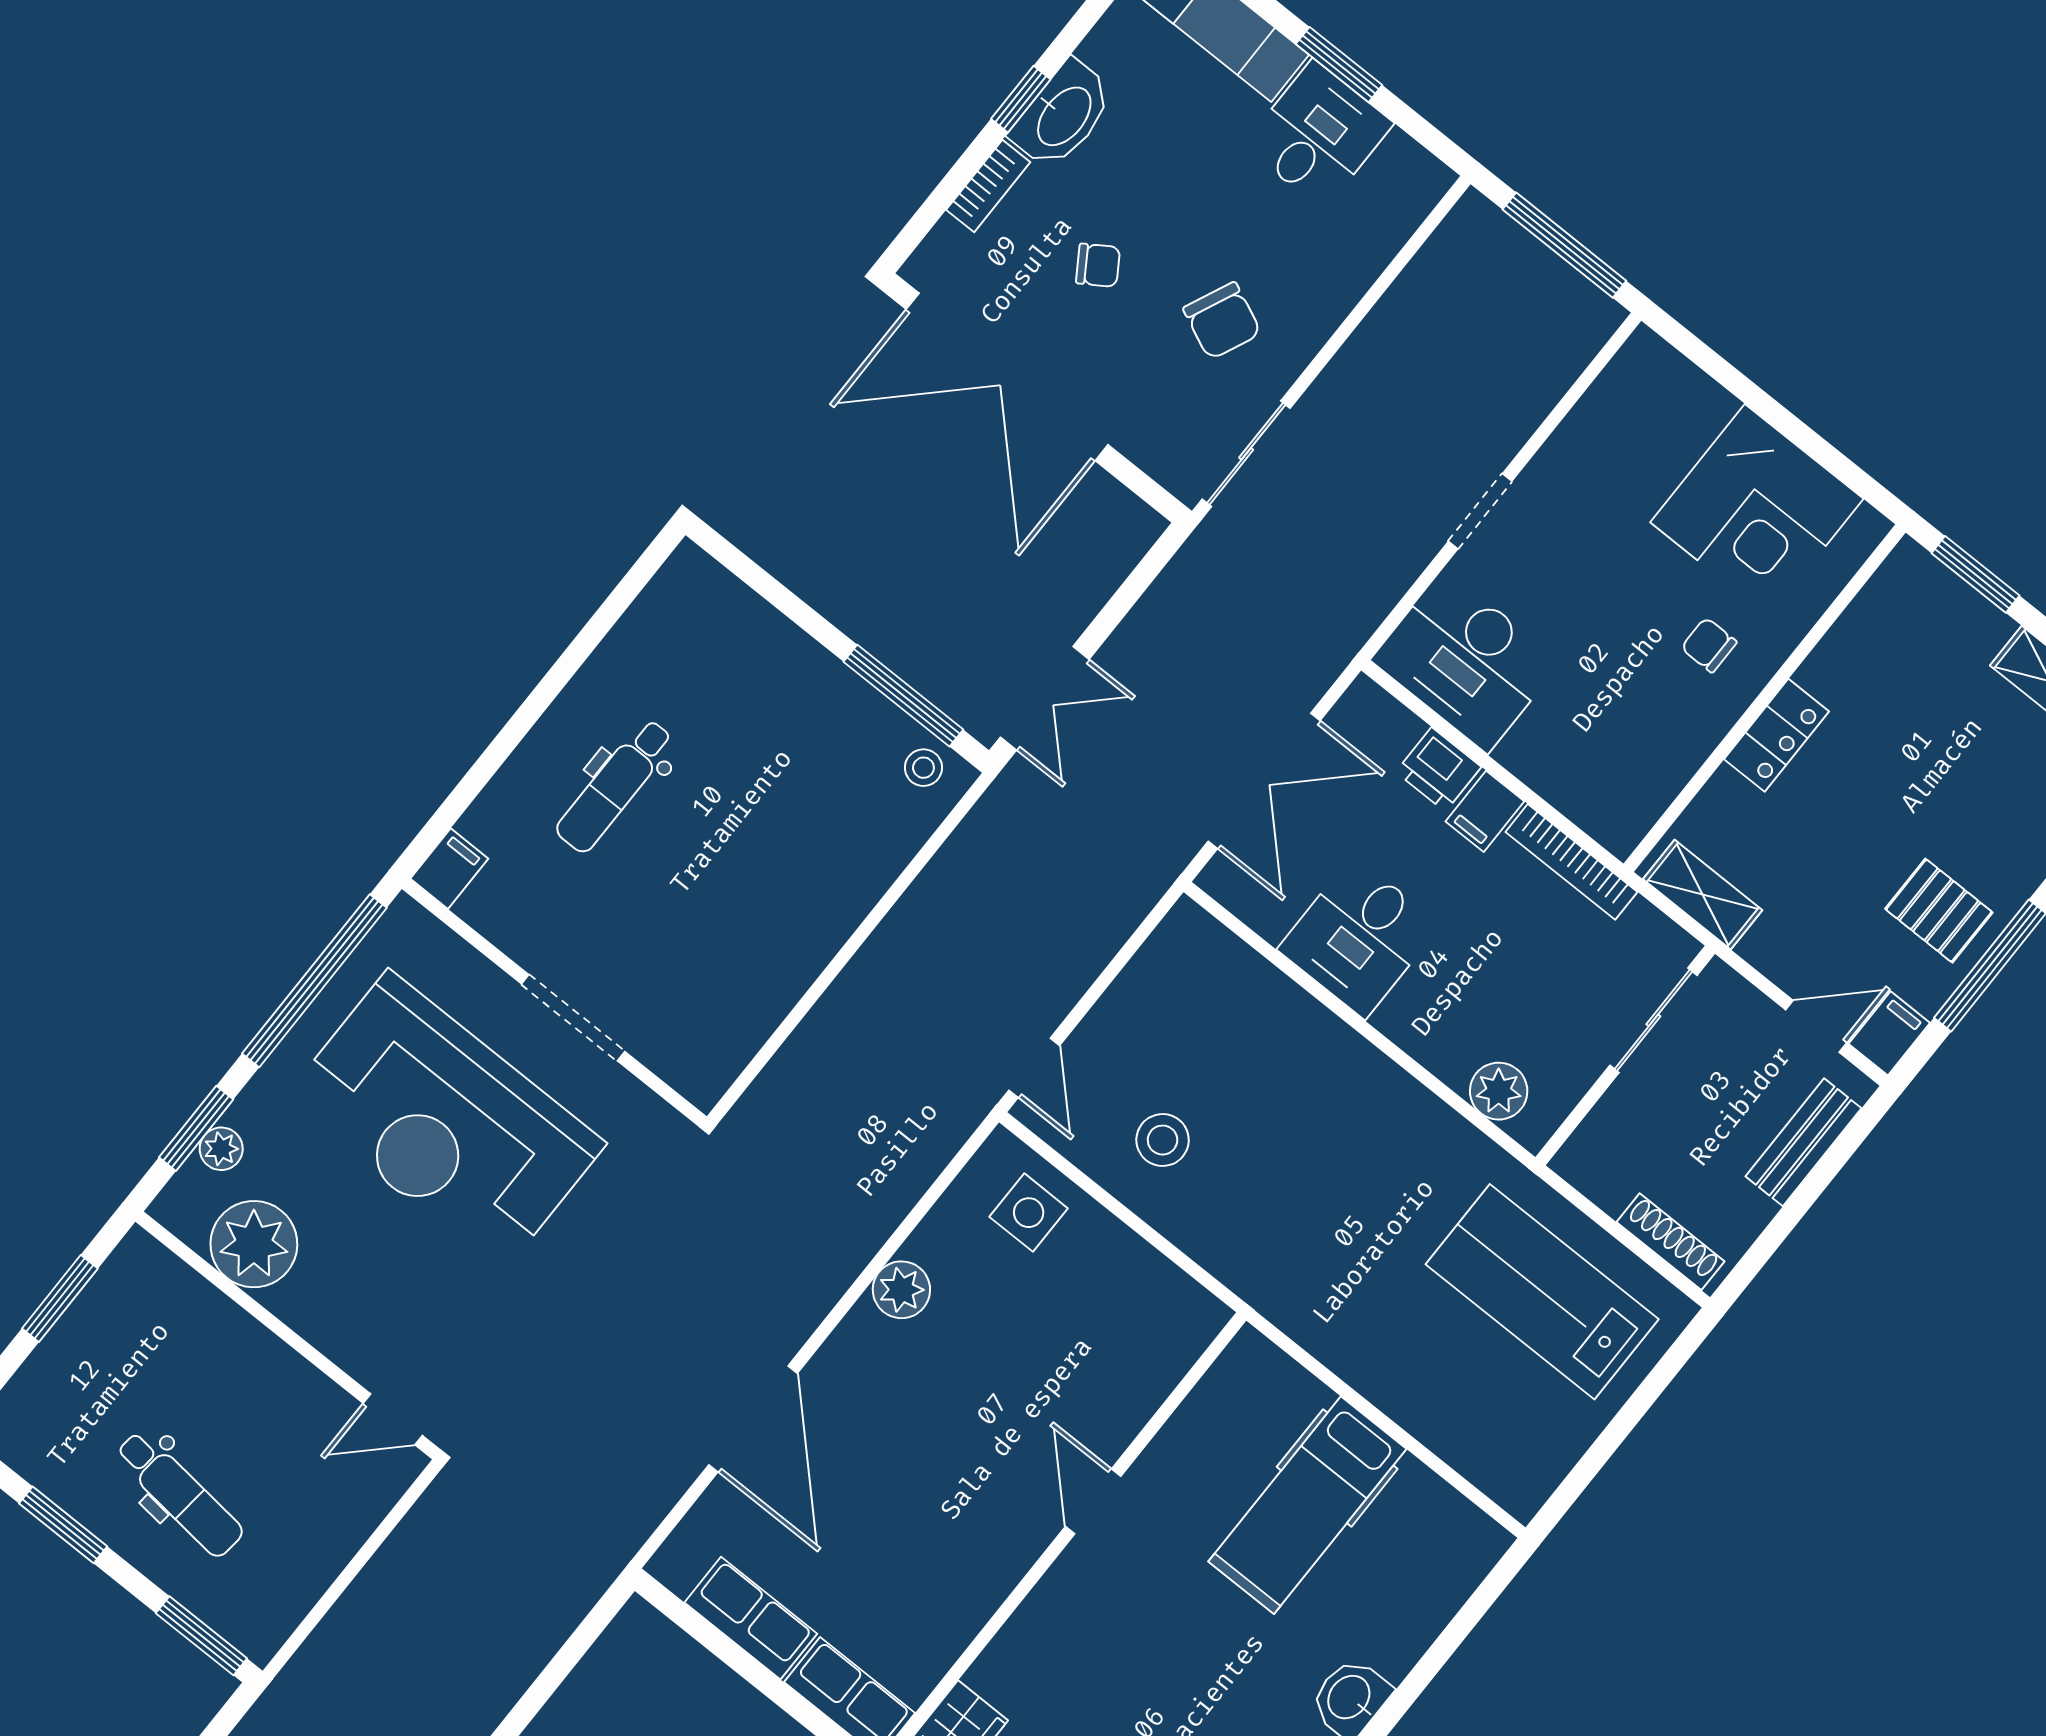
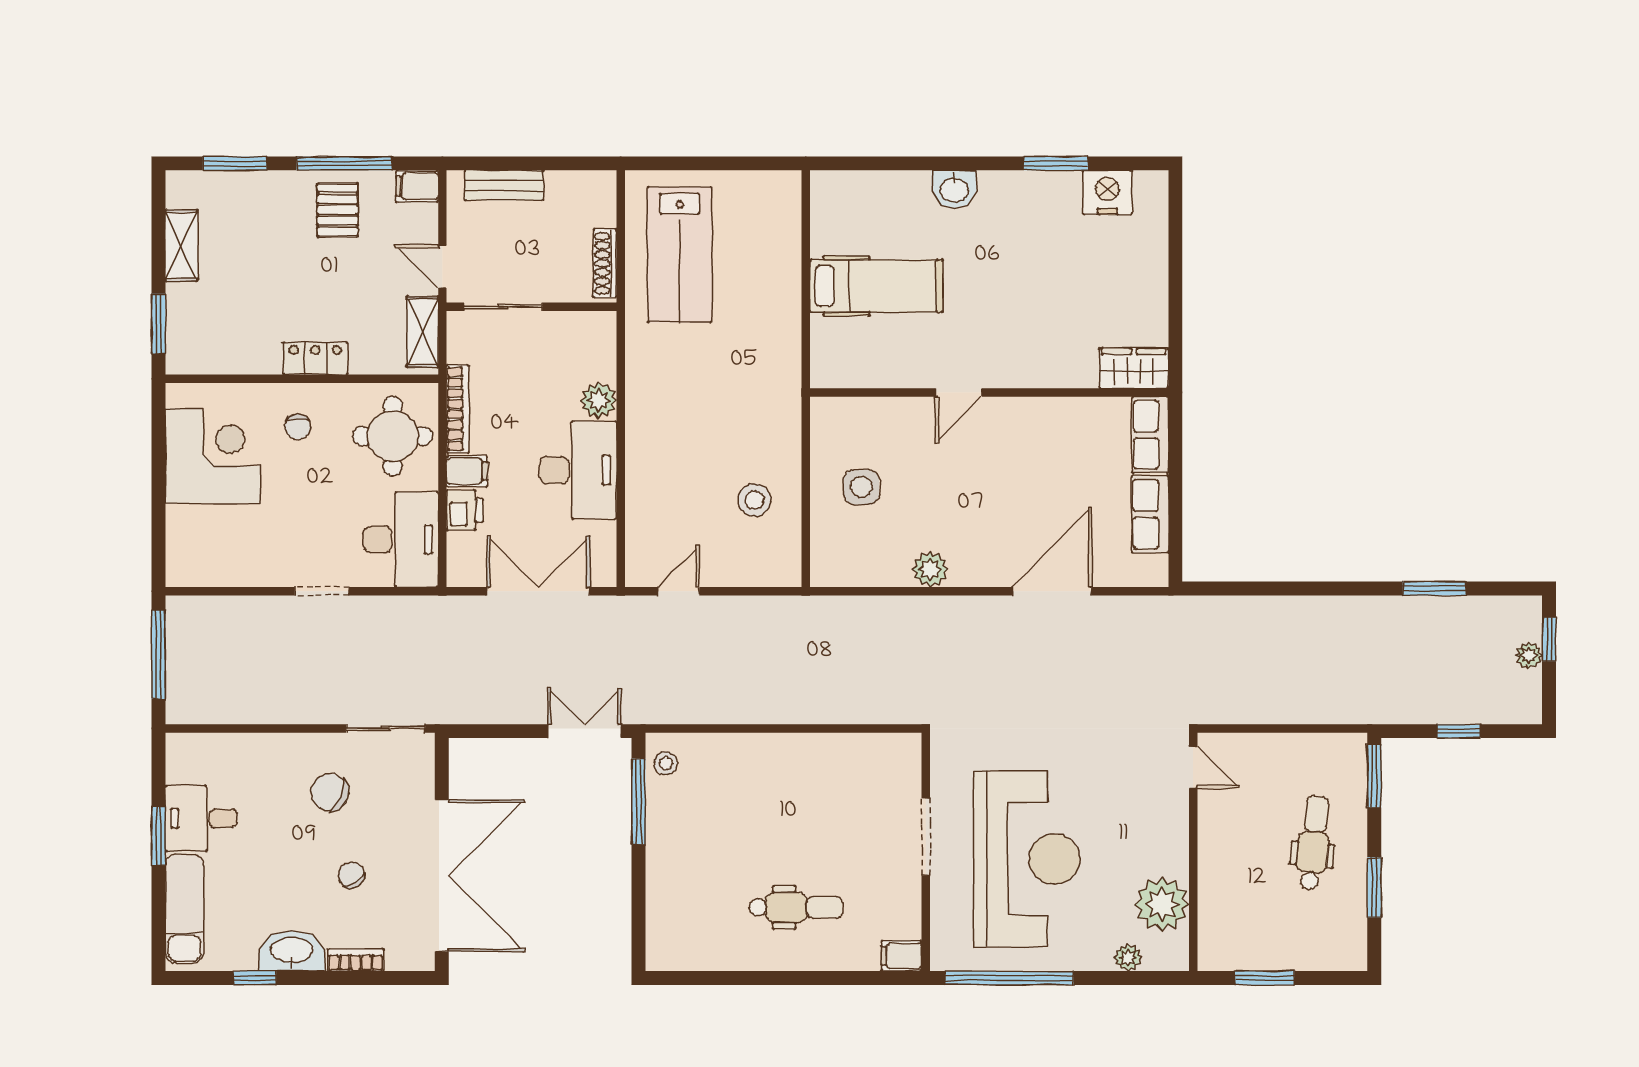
window: (1021, 99) -> (255, 978), moved
chair: (1222, 321) -> (330, 792), turned -91
round table: (1603, 754) -> (393, 436), added
desk: (1359, 937) -> (578, 470), width x1.37
door: (1816, 1026) -> (442, 267), moved
door: (1034, 1068) -> (678, 591), moved
plant: (1499, 1091) -> (599, 400), moved
window: (196, 1128) -> (1128, 978), removed
side table: (1029, 1213) -> (861, 487), moved
shoe rack: (1671, 1242) -> (605, 263), moved

